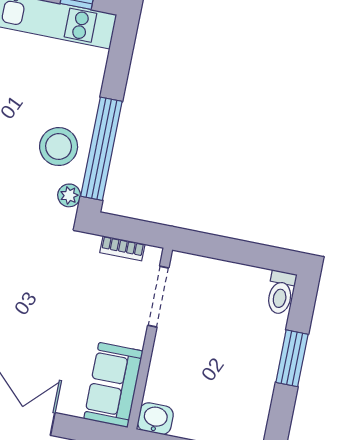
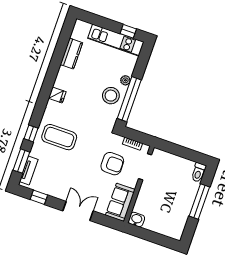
plant: (69, 195) -> (125, 80), moved
armchair: (83, 300) -> (112, 164), added
window: (292, 358) -> (199, 202), width x1.44

